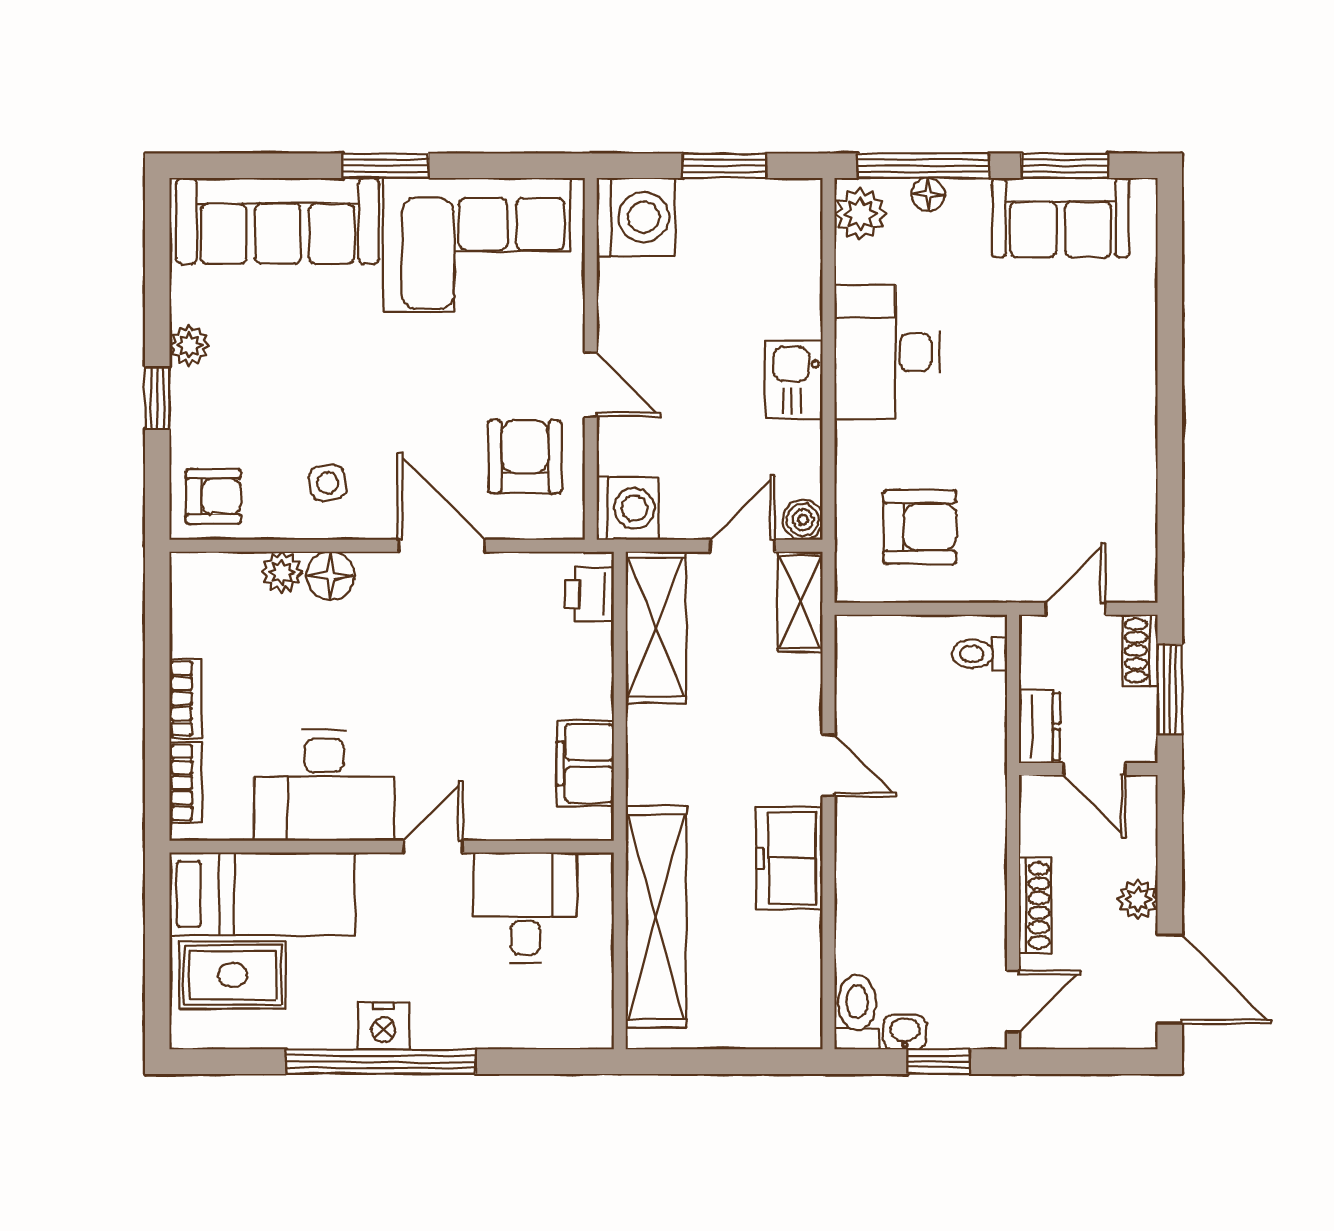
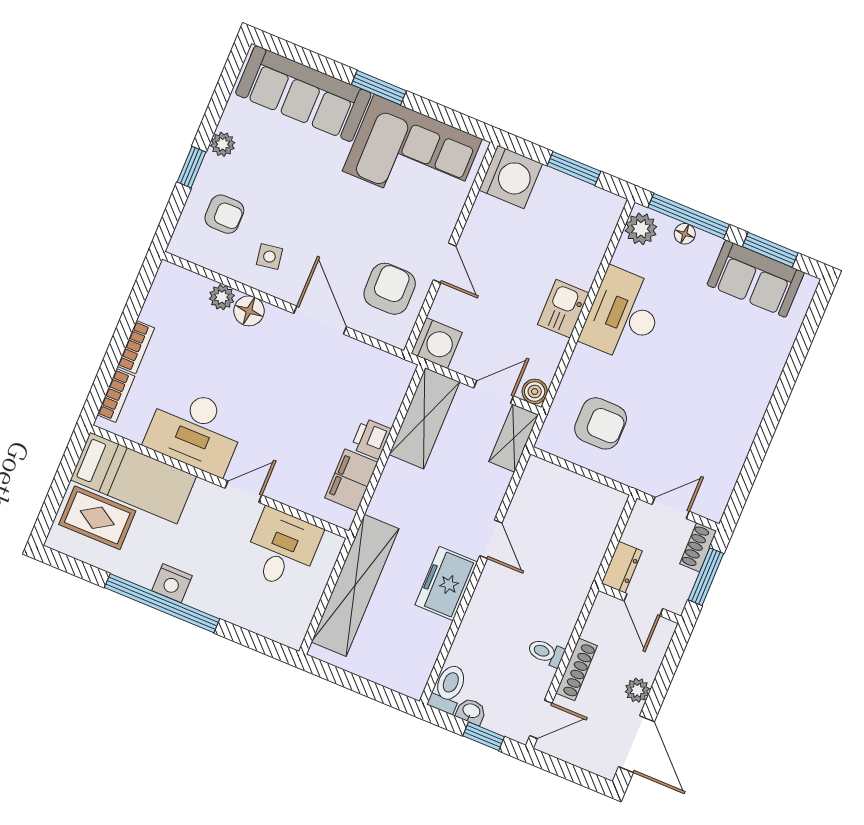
armchair: (214, 496) -> (224, 214), moved
printer: (590, 594) -> (371, 439), moved
toilet: (980, 654) -> (546, 653), moved

